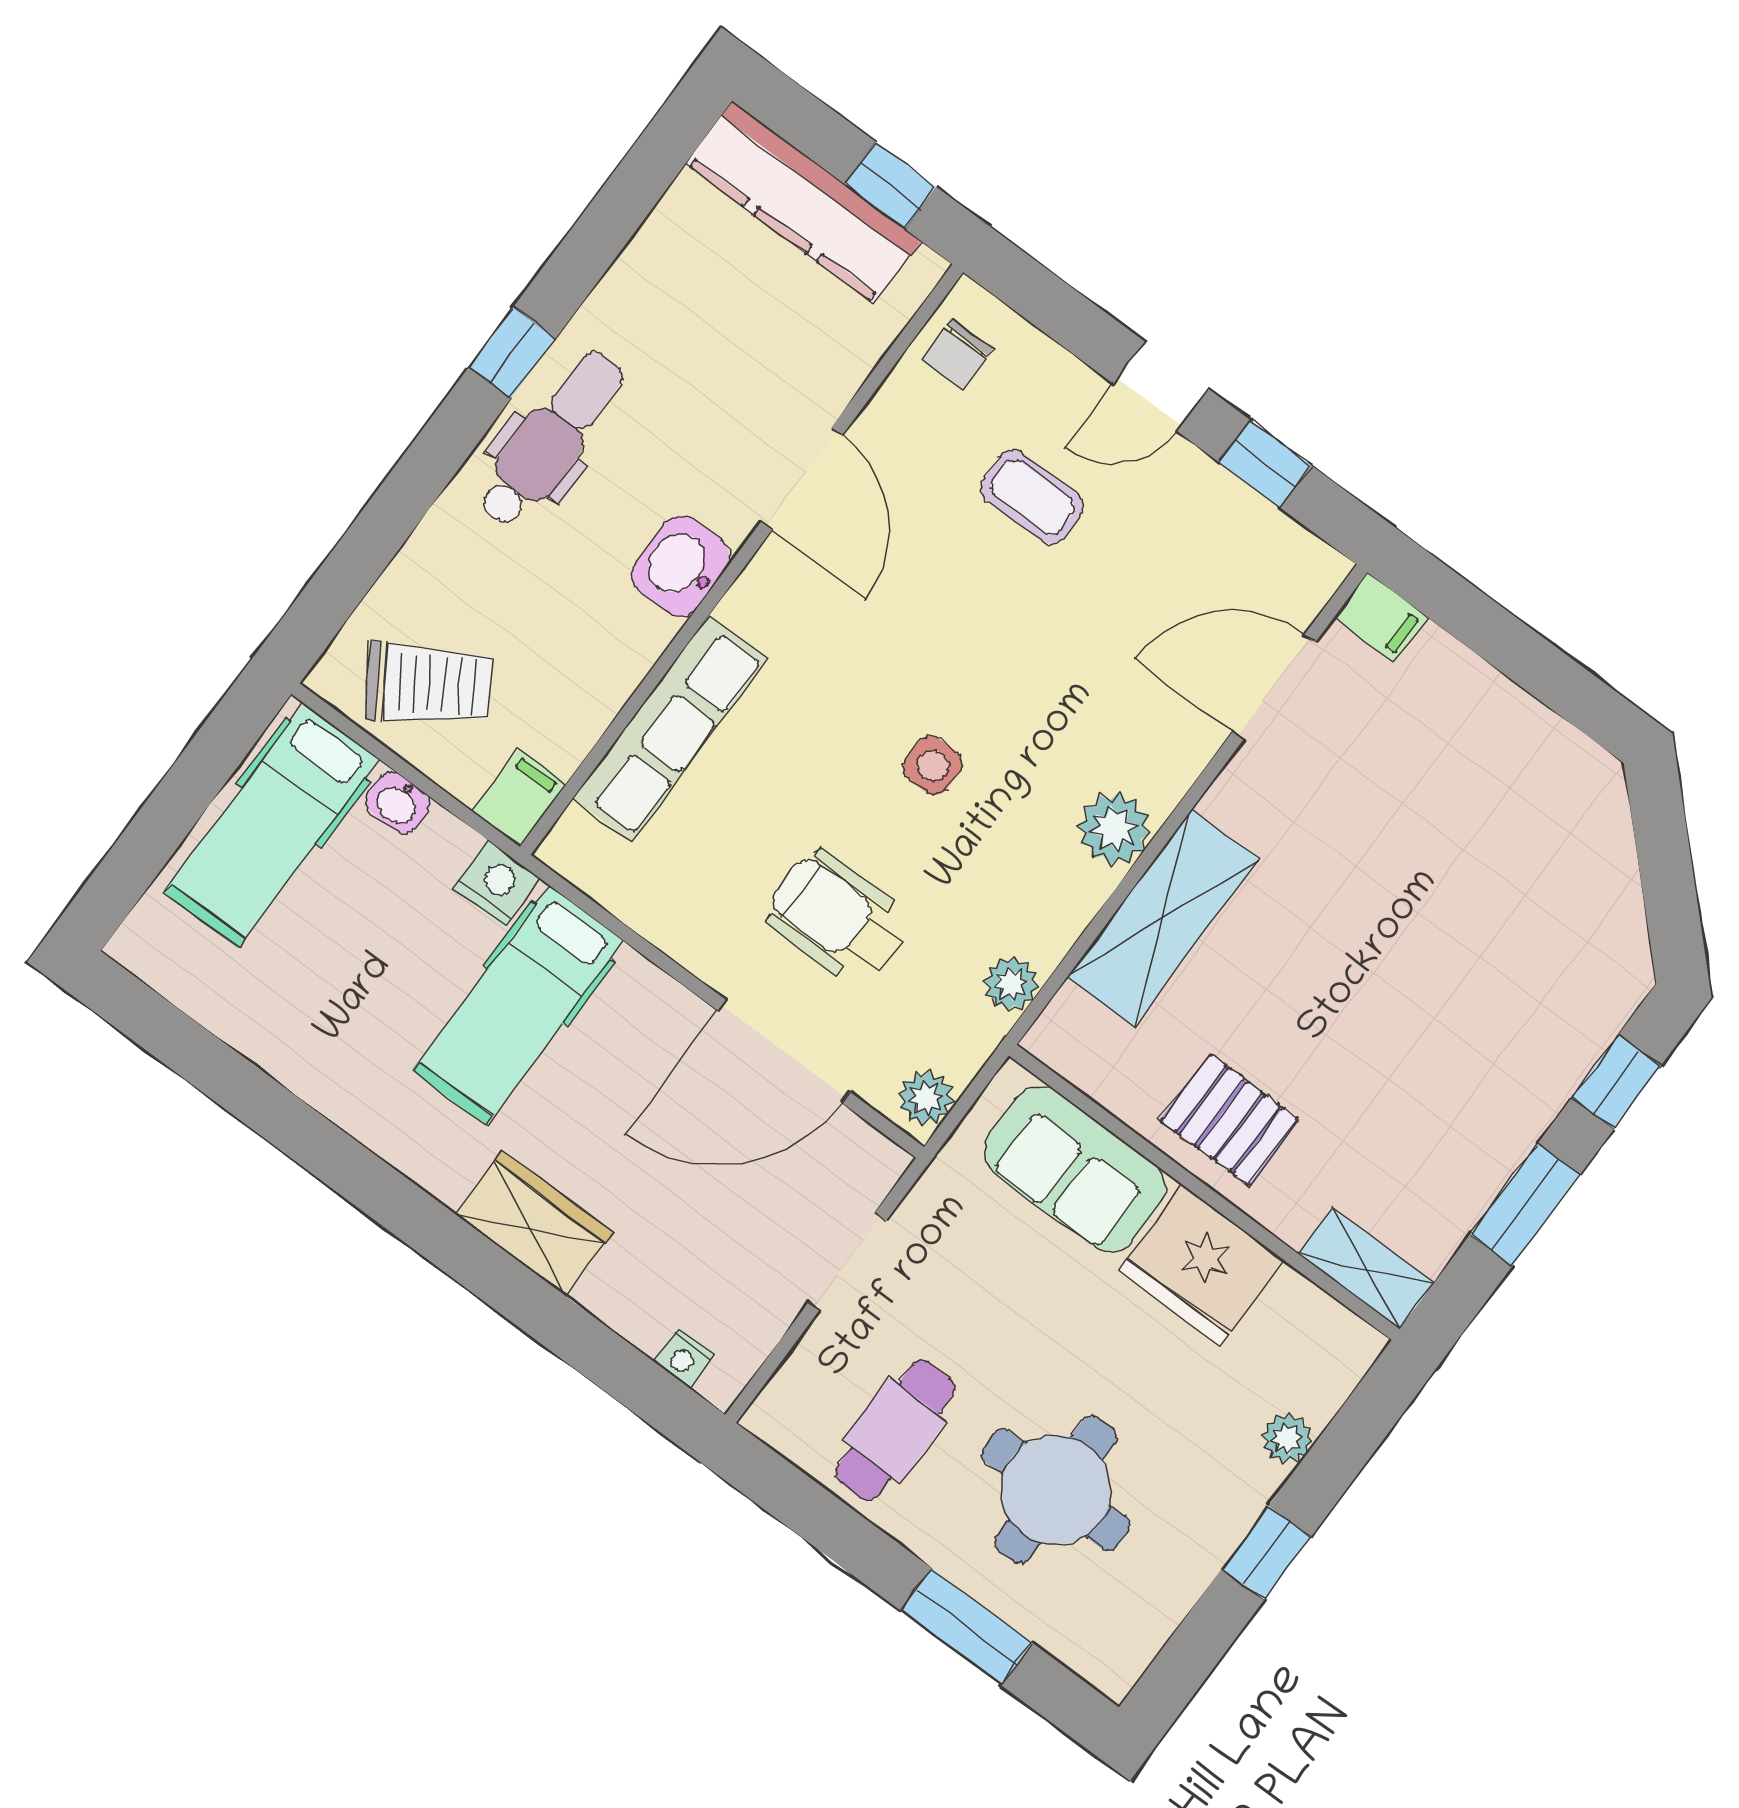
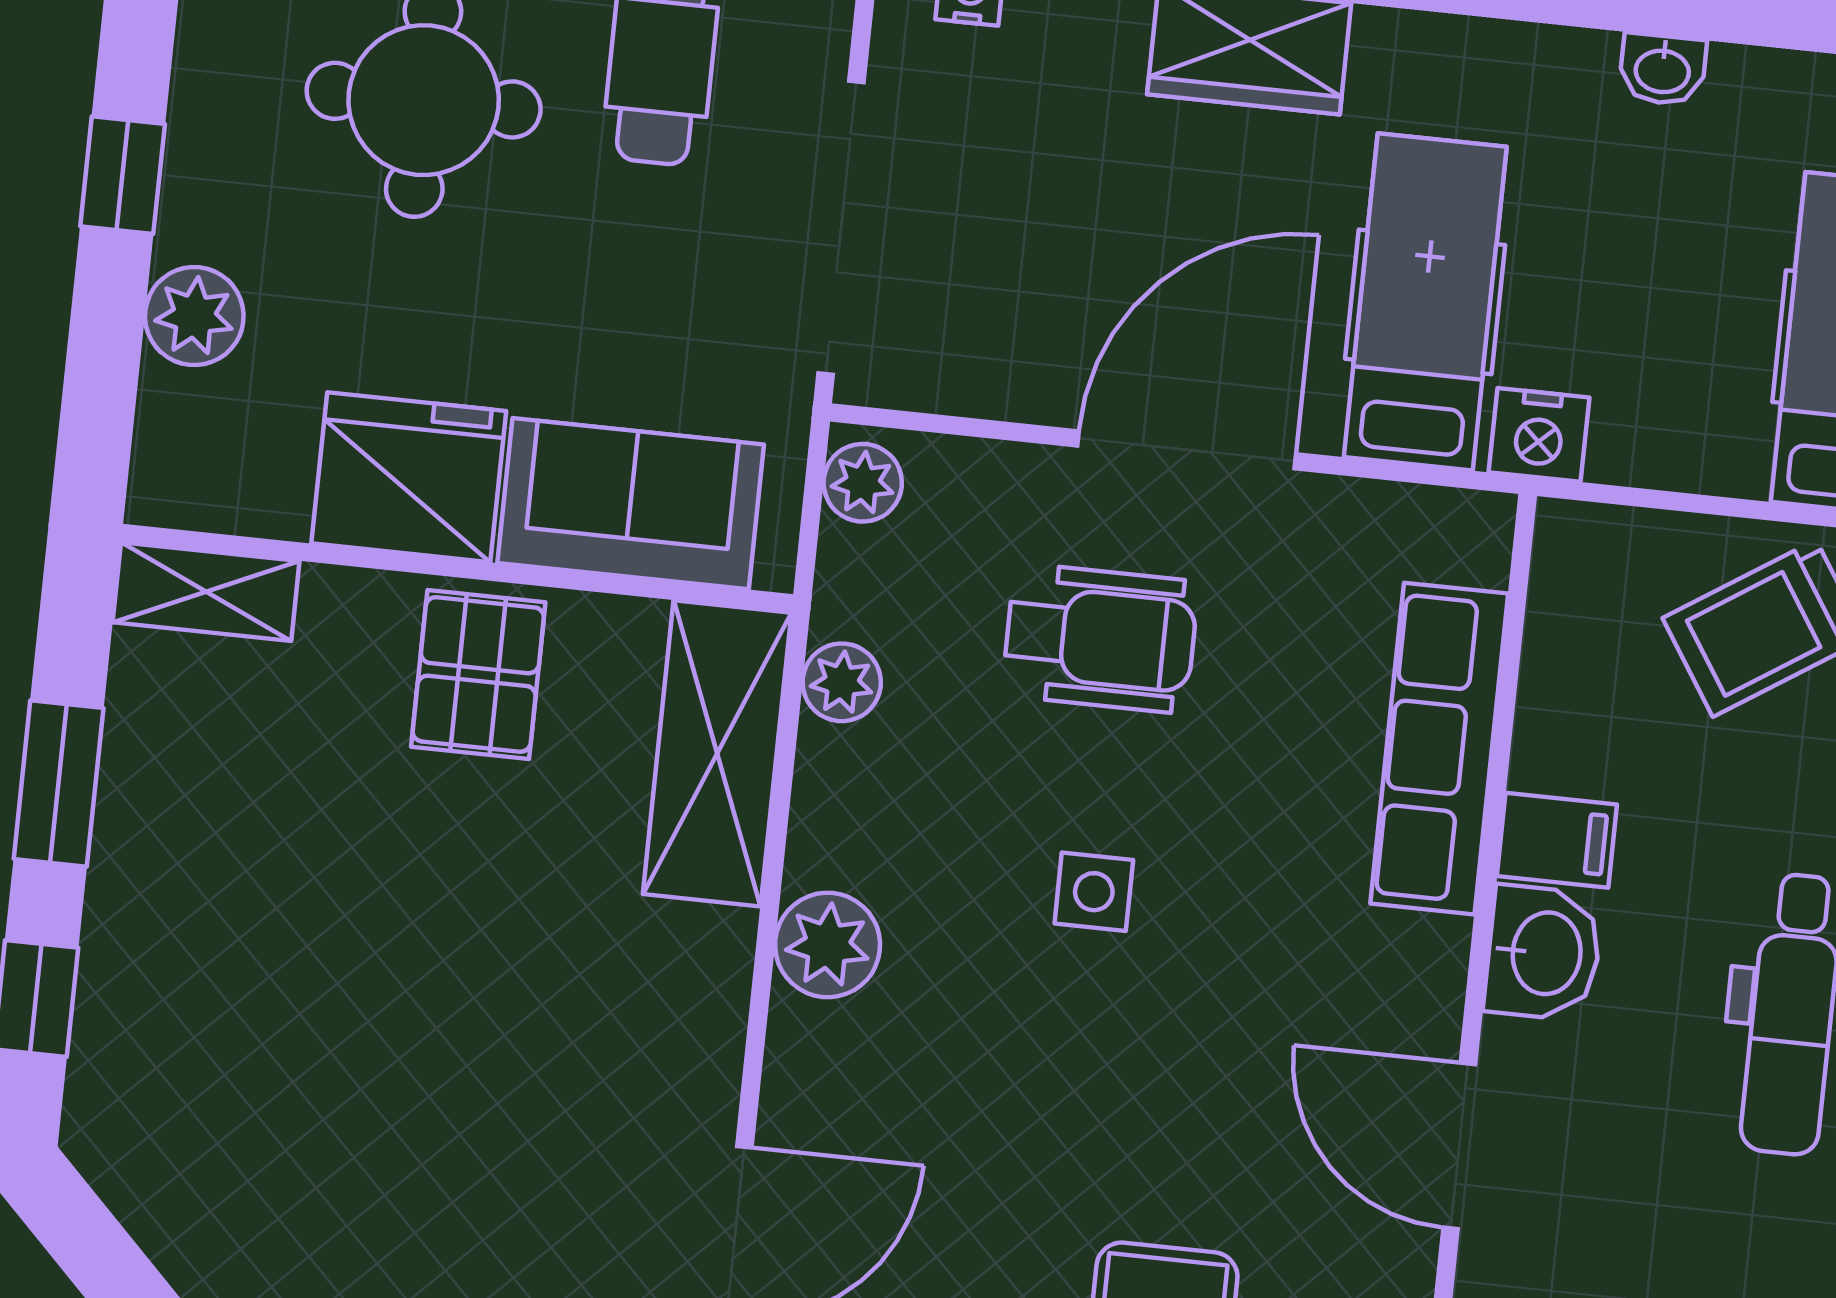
filing cabinet: (520, 797) -> (1557, 840), moved, turned -90
washbasin: (398, 802) -> (1662, 69), moved, turned 180
shelving: (1163, 918) -> (717, 753), moved
door: (784, 1051) -> (1187, 450), moved
pallet: (1230, 1120) -> (478, 674), turned 90
doorway: (847, 1261) -> (841, 228), width x1.88
plant: (1287, 1439) -> (194, 316), width x1.38, depth x1.38

